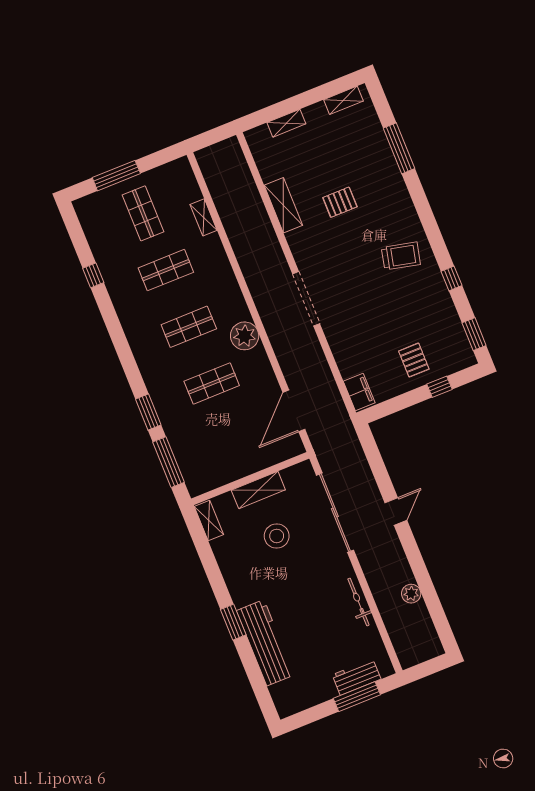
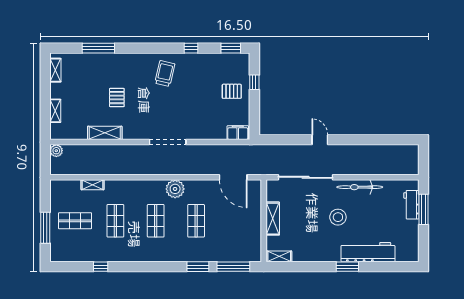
stool: (277, 536) -> (338, 217), moved
plant: (411, 594) -> (56, 151), moved
bicycle: (358, 602) -> (360, 187), width x1.37, depth x1.40

